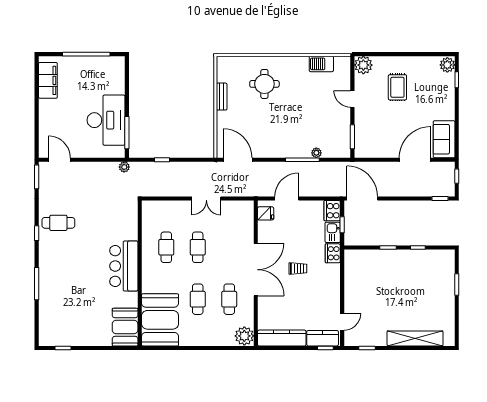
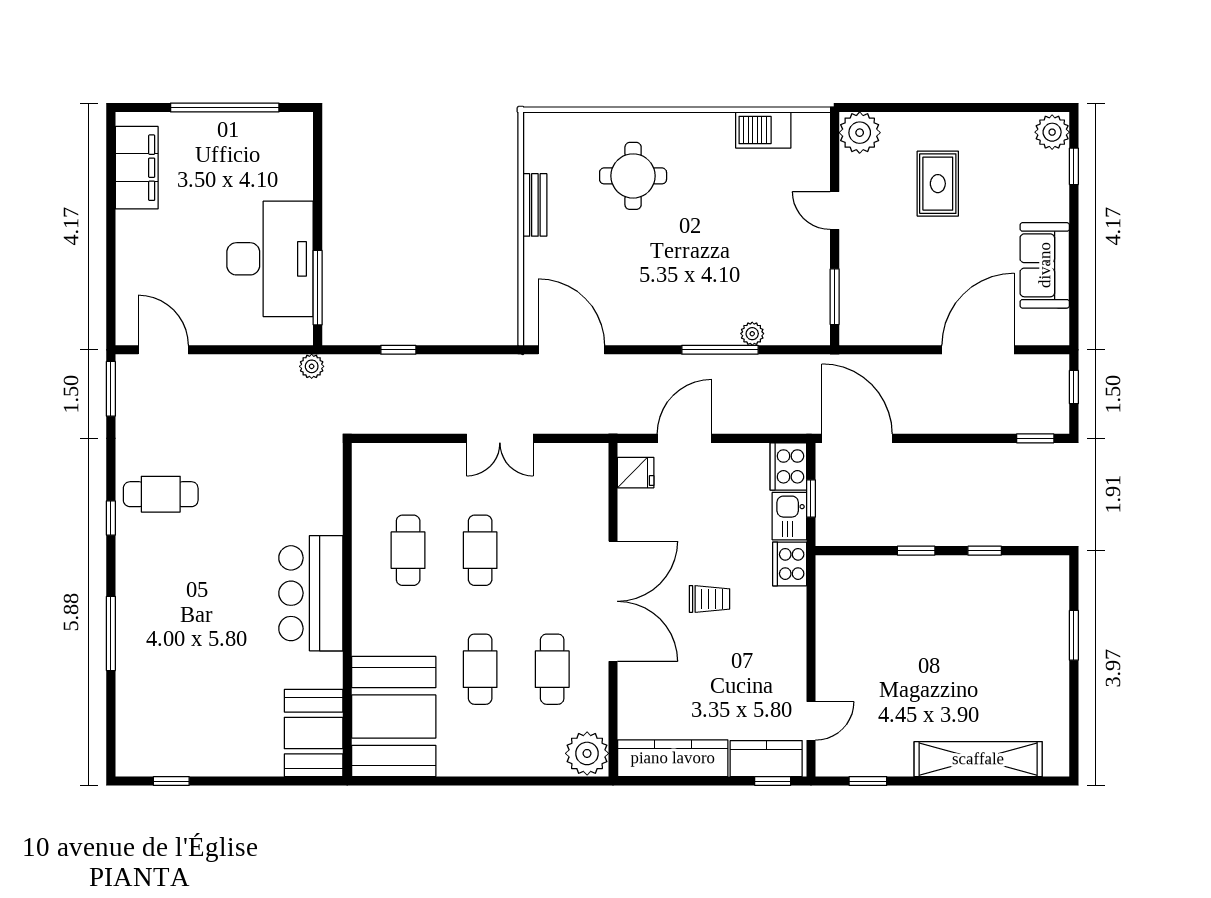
sofa: (444, 139) -> (1045, 265), moved

